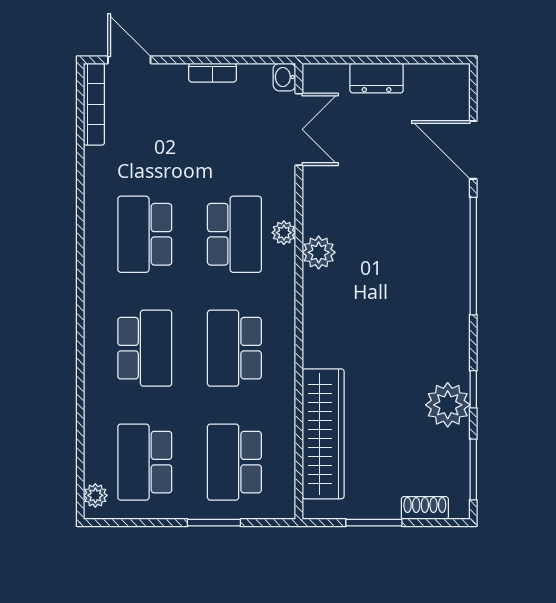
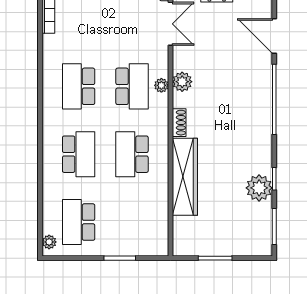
plant: (319, 252) -> (182, 82), moved
wardrobe: (323, 434) -> (185, 177), moved
school desk: (234, 462) -> (132, 222), removed
shoe rack: (425, 508) -> (179, 123), moved, turned 90

